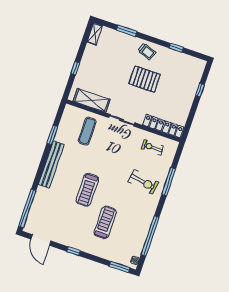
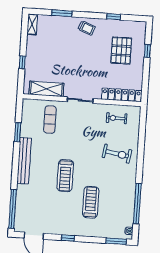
pallet: (145, 79) -> (121, 51), moved, turned 90
window: (169, 182) -> (141, 147), removed

